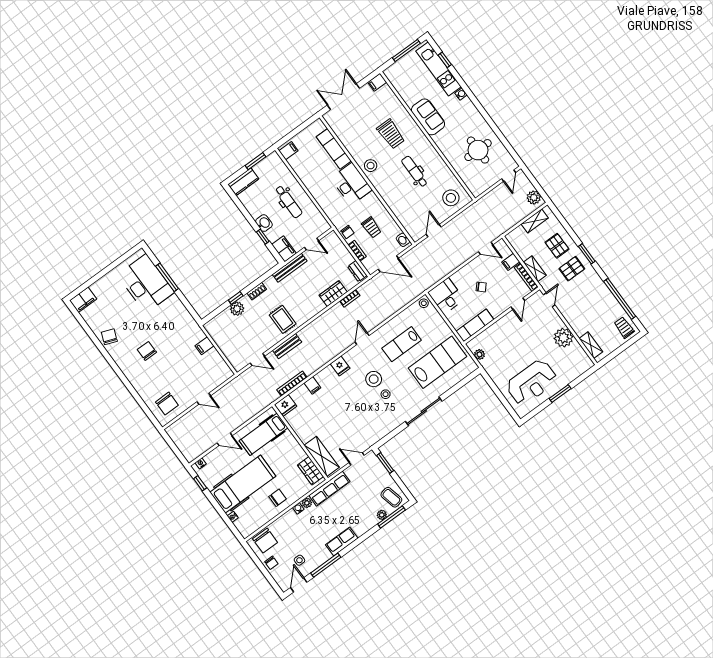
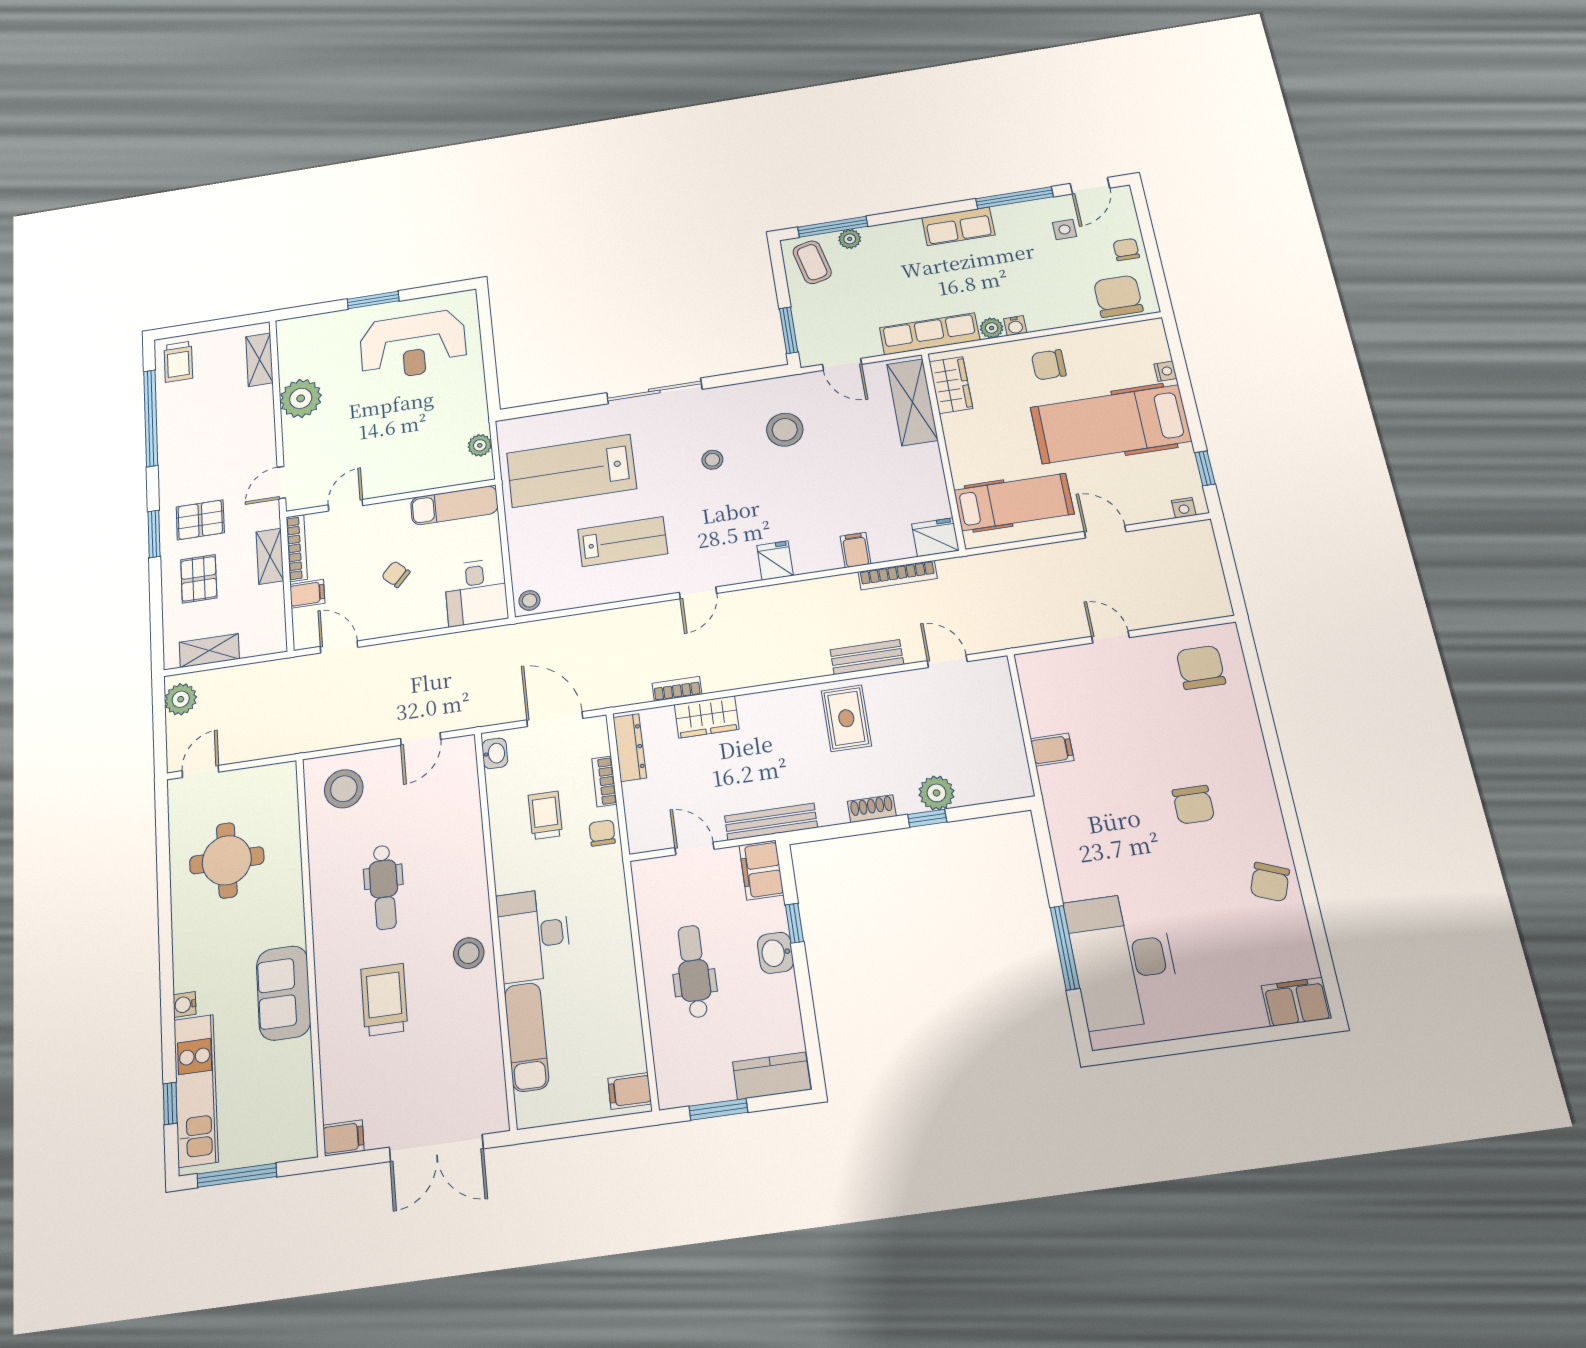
dresser: (357, 271) -> (630, 748), width x1.44
stool: (374, 379) -> (785, 430), moved
reception desk: (532, 382) -> (413, 345), turned 180

